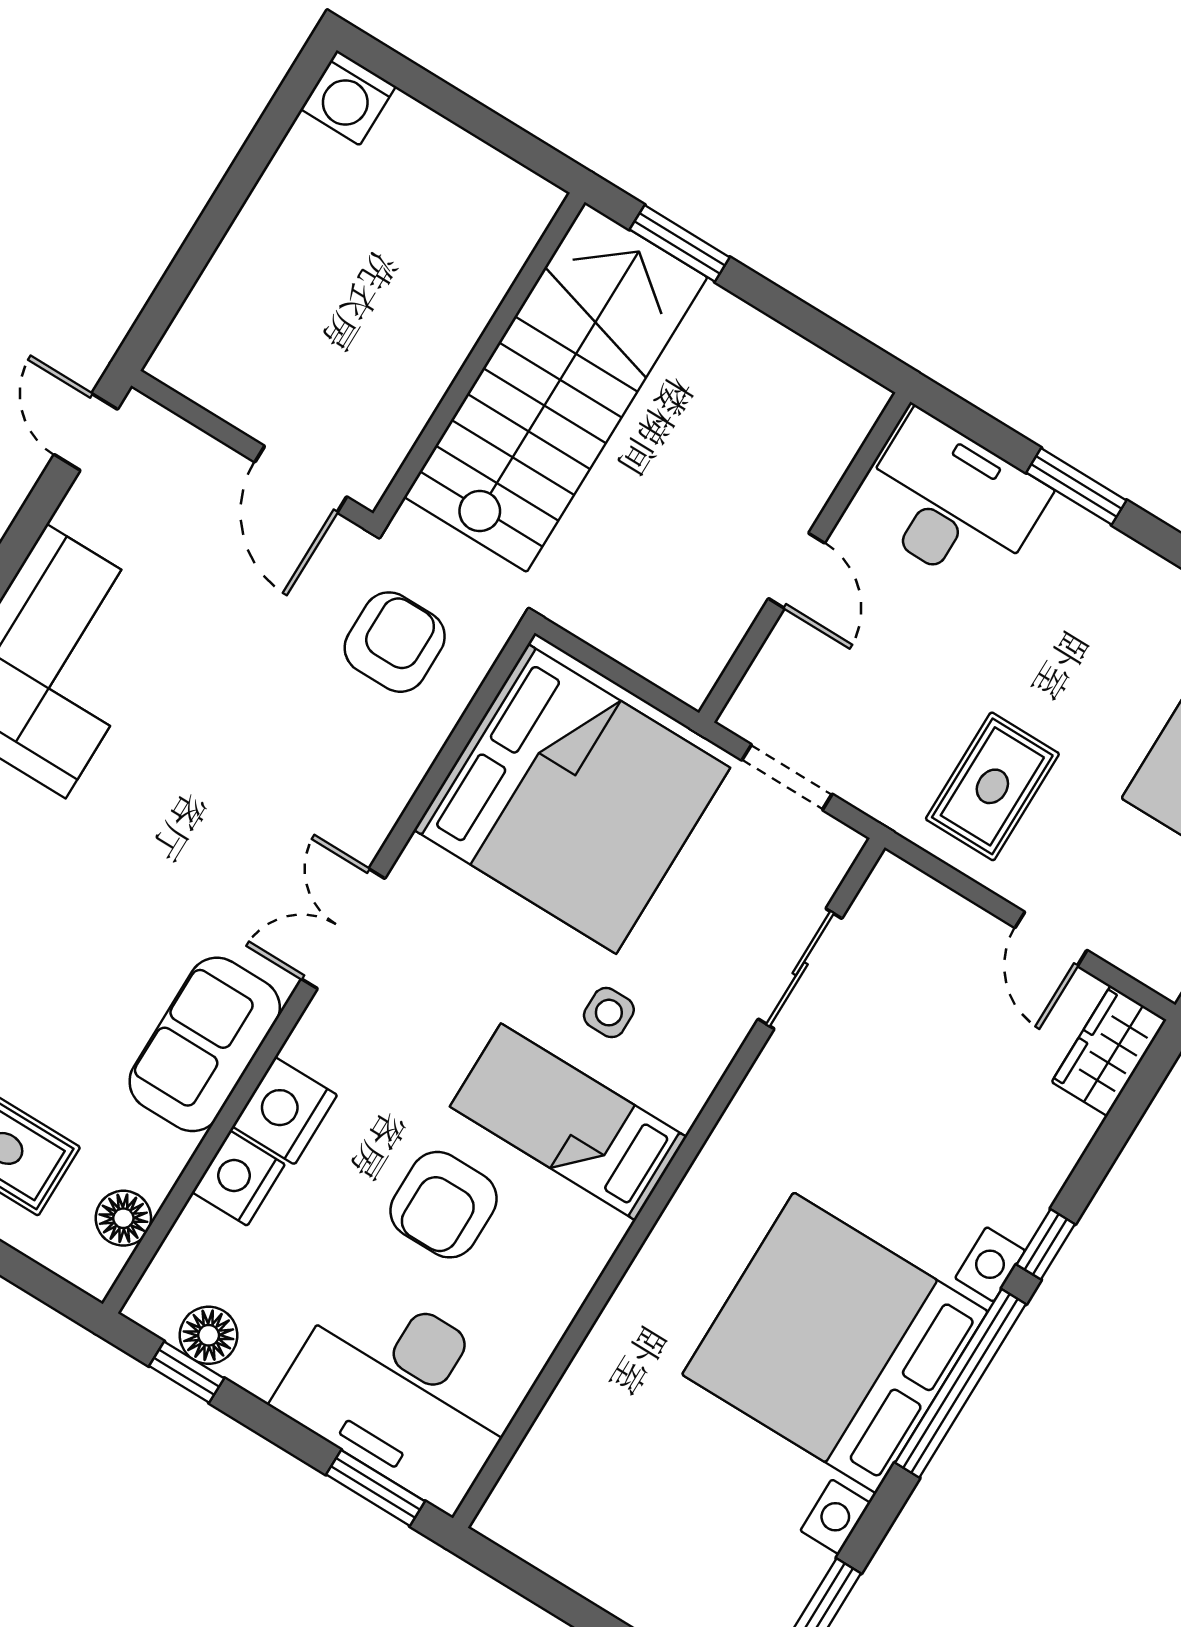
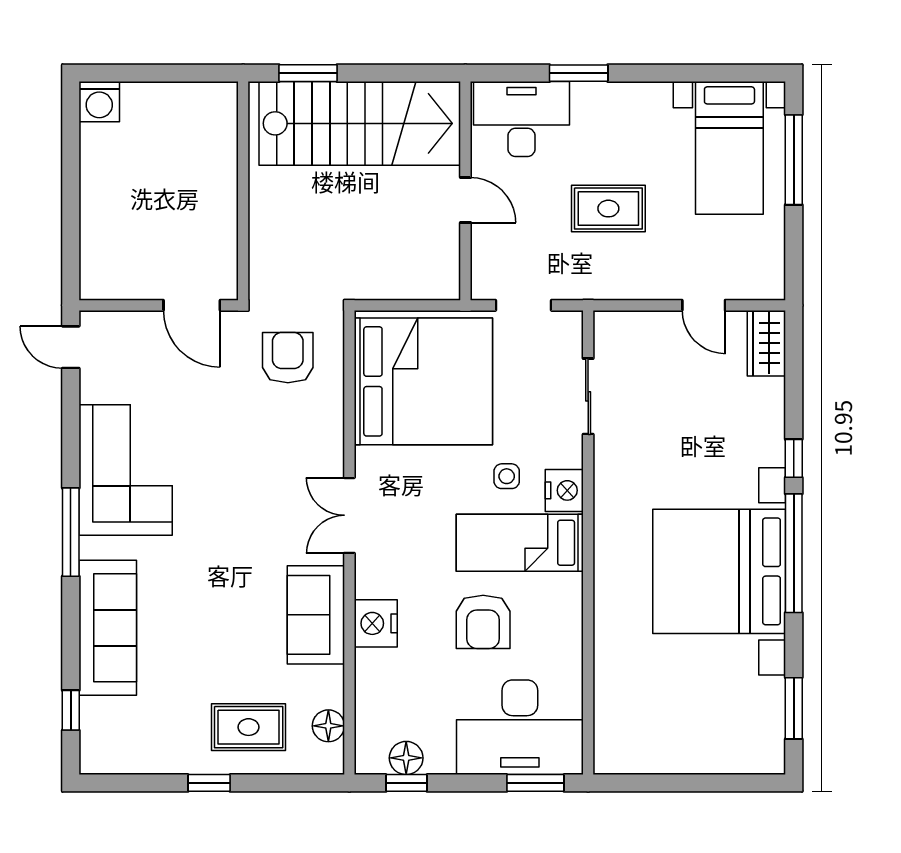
stairs: (556, 387) -> (360, 123), moved, turned 90
rug: (992, 786) -> (608, 209), moved, turned 90
nightstand: (238, 1178) -> (564, 490), moved, turned 180

